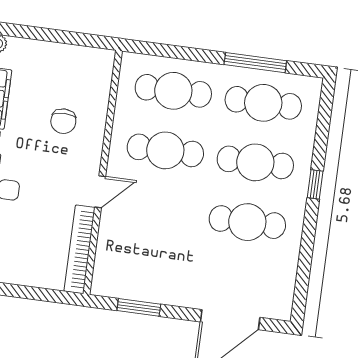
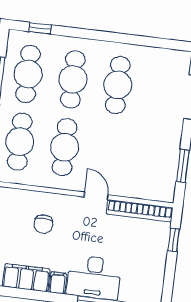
chair: (63, 121) -> (43, 224), turned 90
window: (315, 184) -> (40, 28), moved
window: (40, 294) -> (174, 240), added

